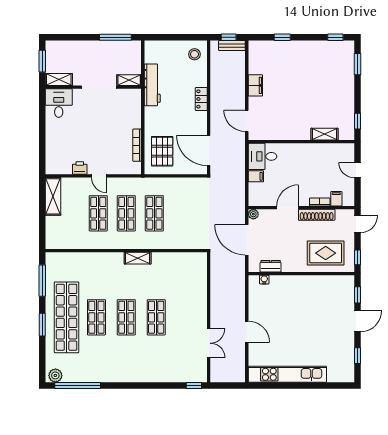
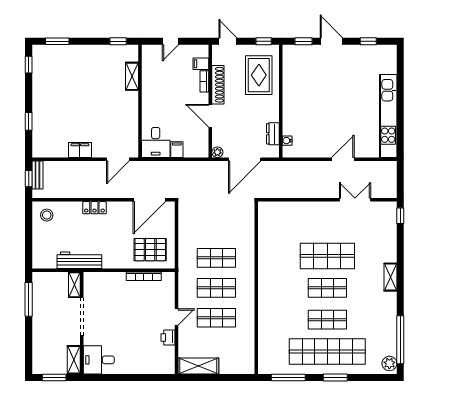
shelving: (138, 258) -> (390, 277), moved
shop shelf: (156, 317) -> (327, 256), width x1.43, depth x1.36

